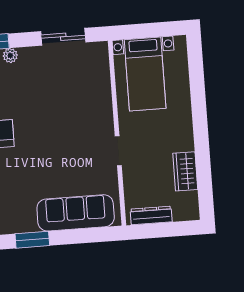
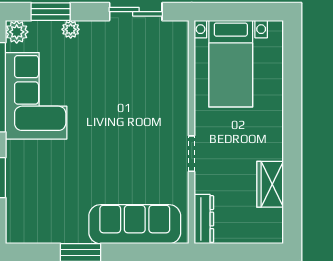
dresser: (151, 215) -> (204, 219), moved, turned 90

